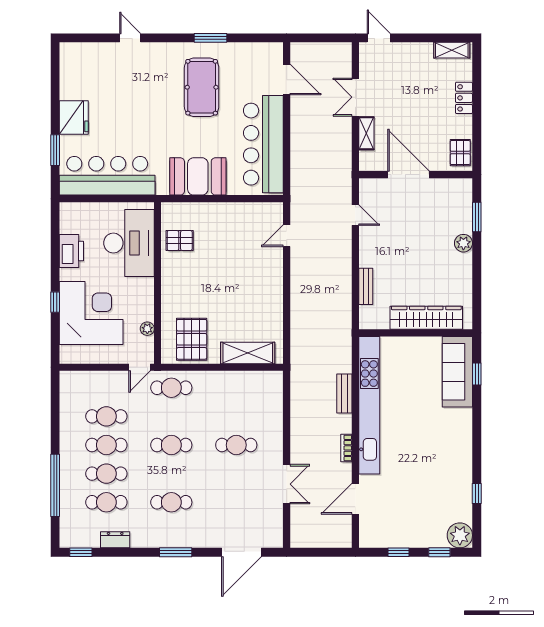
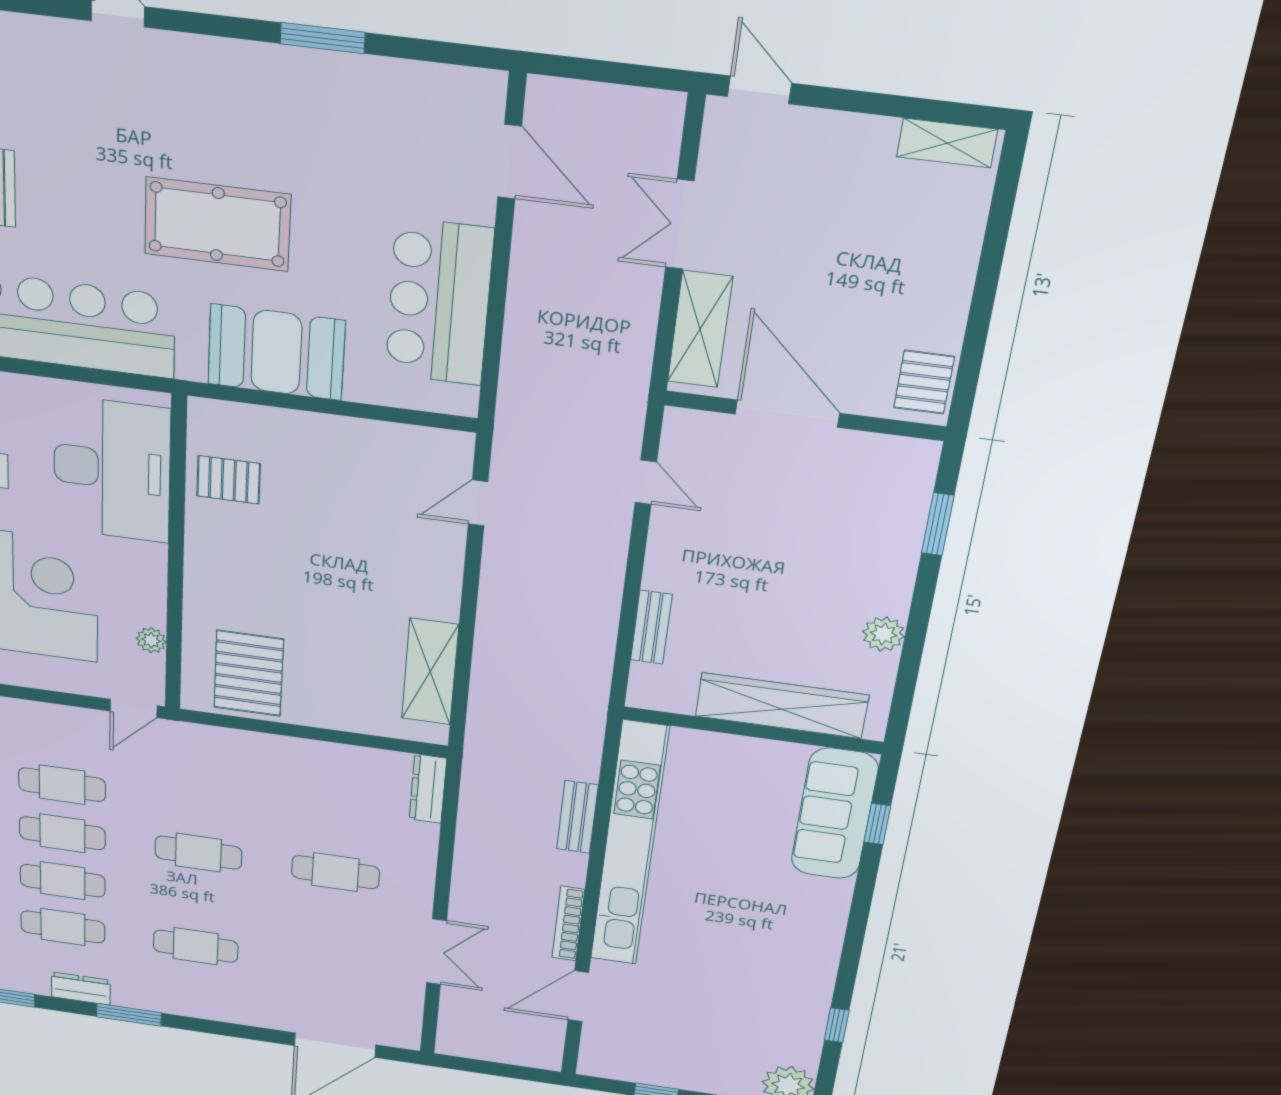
pool table: (202, 87) -> (217, 224), moved, turned 90
locker: (464, 98) -> (957, 260), removed
shelving: (366, 133) -> (700, 329), width x1.50, depth x1.33
bar counter: (263, 144) -> (439, 302), width x0.73
plant: (463, 243) -> (884, 634), moved
shelving: (248, 353) -> (430, 672), moved, turned 90
cafe table: (171, 388) -> (201, 754), removed
dresser: (276, 389) -> (428, 789), added
bookcase: (346, 448) -> (568, 924), width x1.56
window: (176, 552) -> (129, 1015), moved

